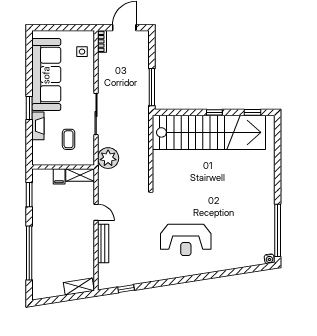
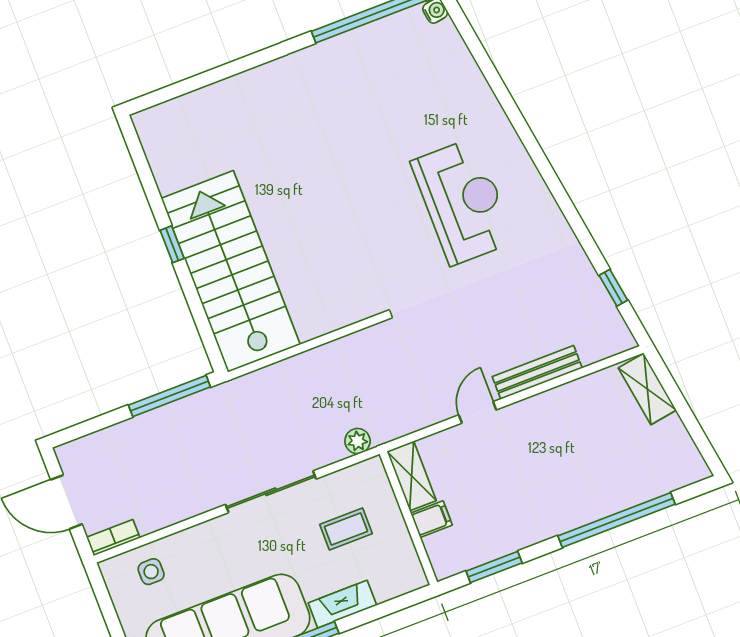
window: (252, 112) -> (141, 164), removed
stairs: (209, 132) -> (231, 271), width x0.73
plant: (108, 158) -> (358, 441), width x0.53, depth x0.53

